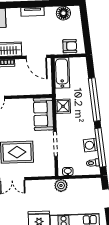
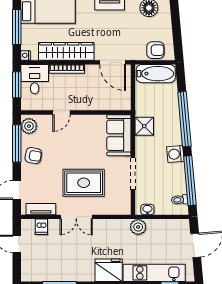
bathtub: (62, 73) -> (156, 74), moved, turned 90
washing machine: (90, 145) -> (175, 154), moved

